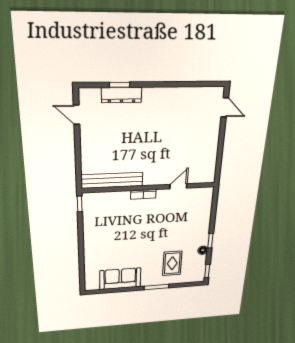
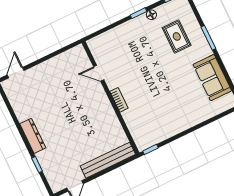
dresser: (122, 95) -> (33, 136), moved
bench: (112, 180) -> (108, 160), moved, turned 90
rug: (172, 263) -> (177, 36), turned 90

